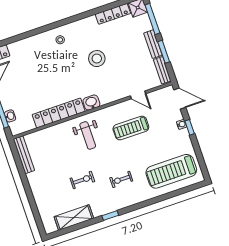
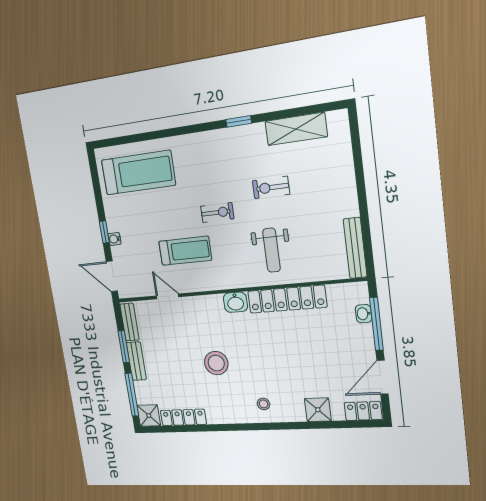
shower: (25, 46) -> (318, 410), added
weight bench: (88, 135) -> (272, 250), moved, turned 180
exercise bike: (121, 179) -> (217, 212), moved

